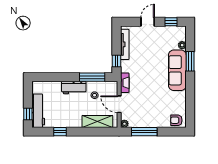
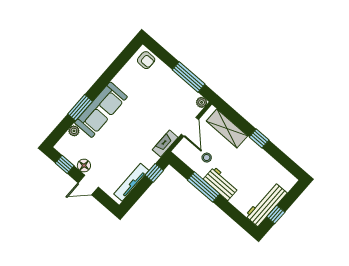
floor lamp: (160, 31) -> (84, 166), added
window: (92, 77) -> (204, 187), moved
workbench: (38, 111) -> (266, 204), moved
window: (28, 114) -> (276, 215), moved
window: (60, 132) -> (259, 138), moved

